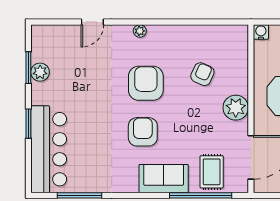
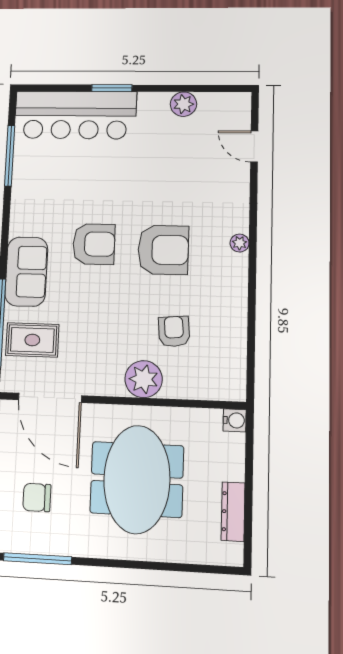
door: (92, 22) -> (254, 147), moved
window: (28, 68) -> (190, 88), removed
armchair: (202, 74) -> (174, 331), turned -119
plant: (236, 108) -> (144, 379), moved

